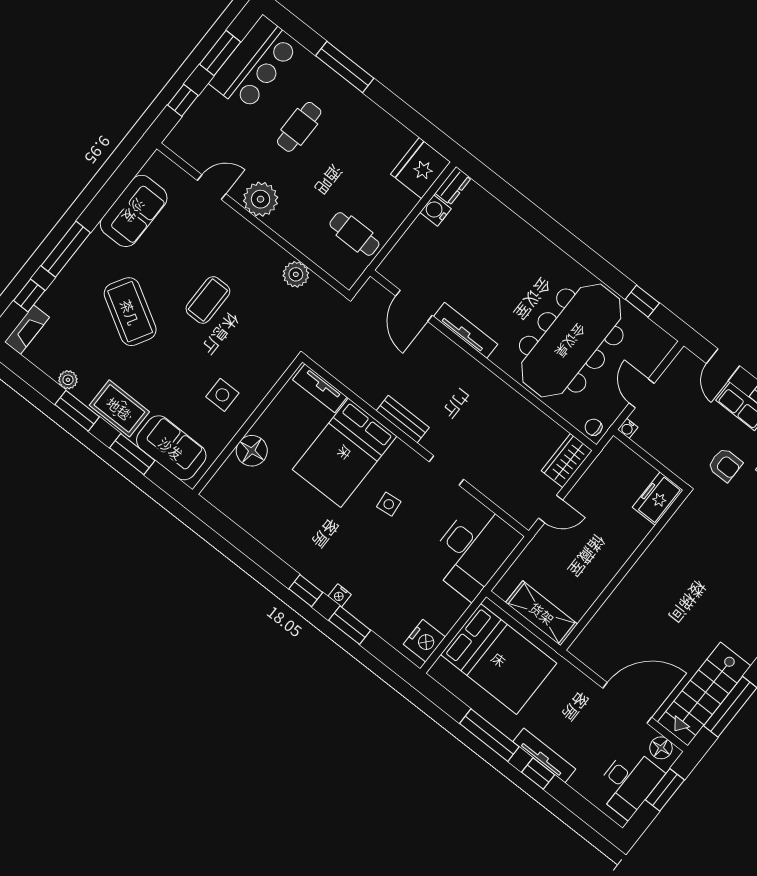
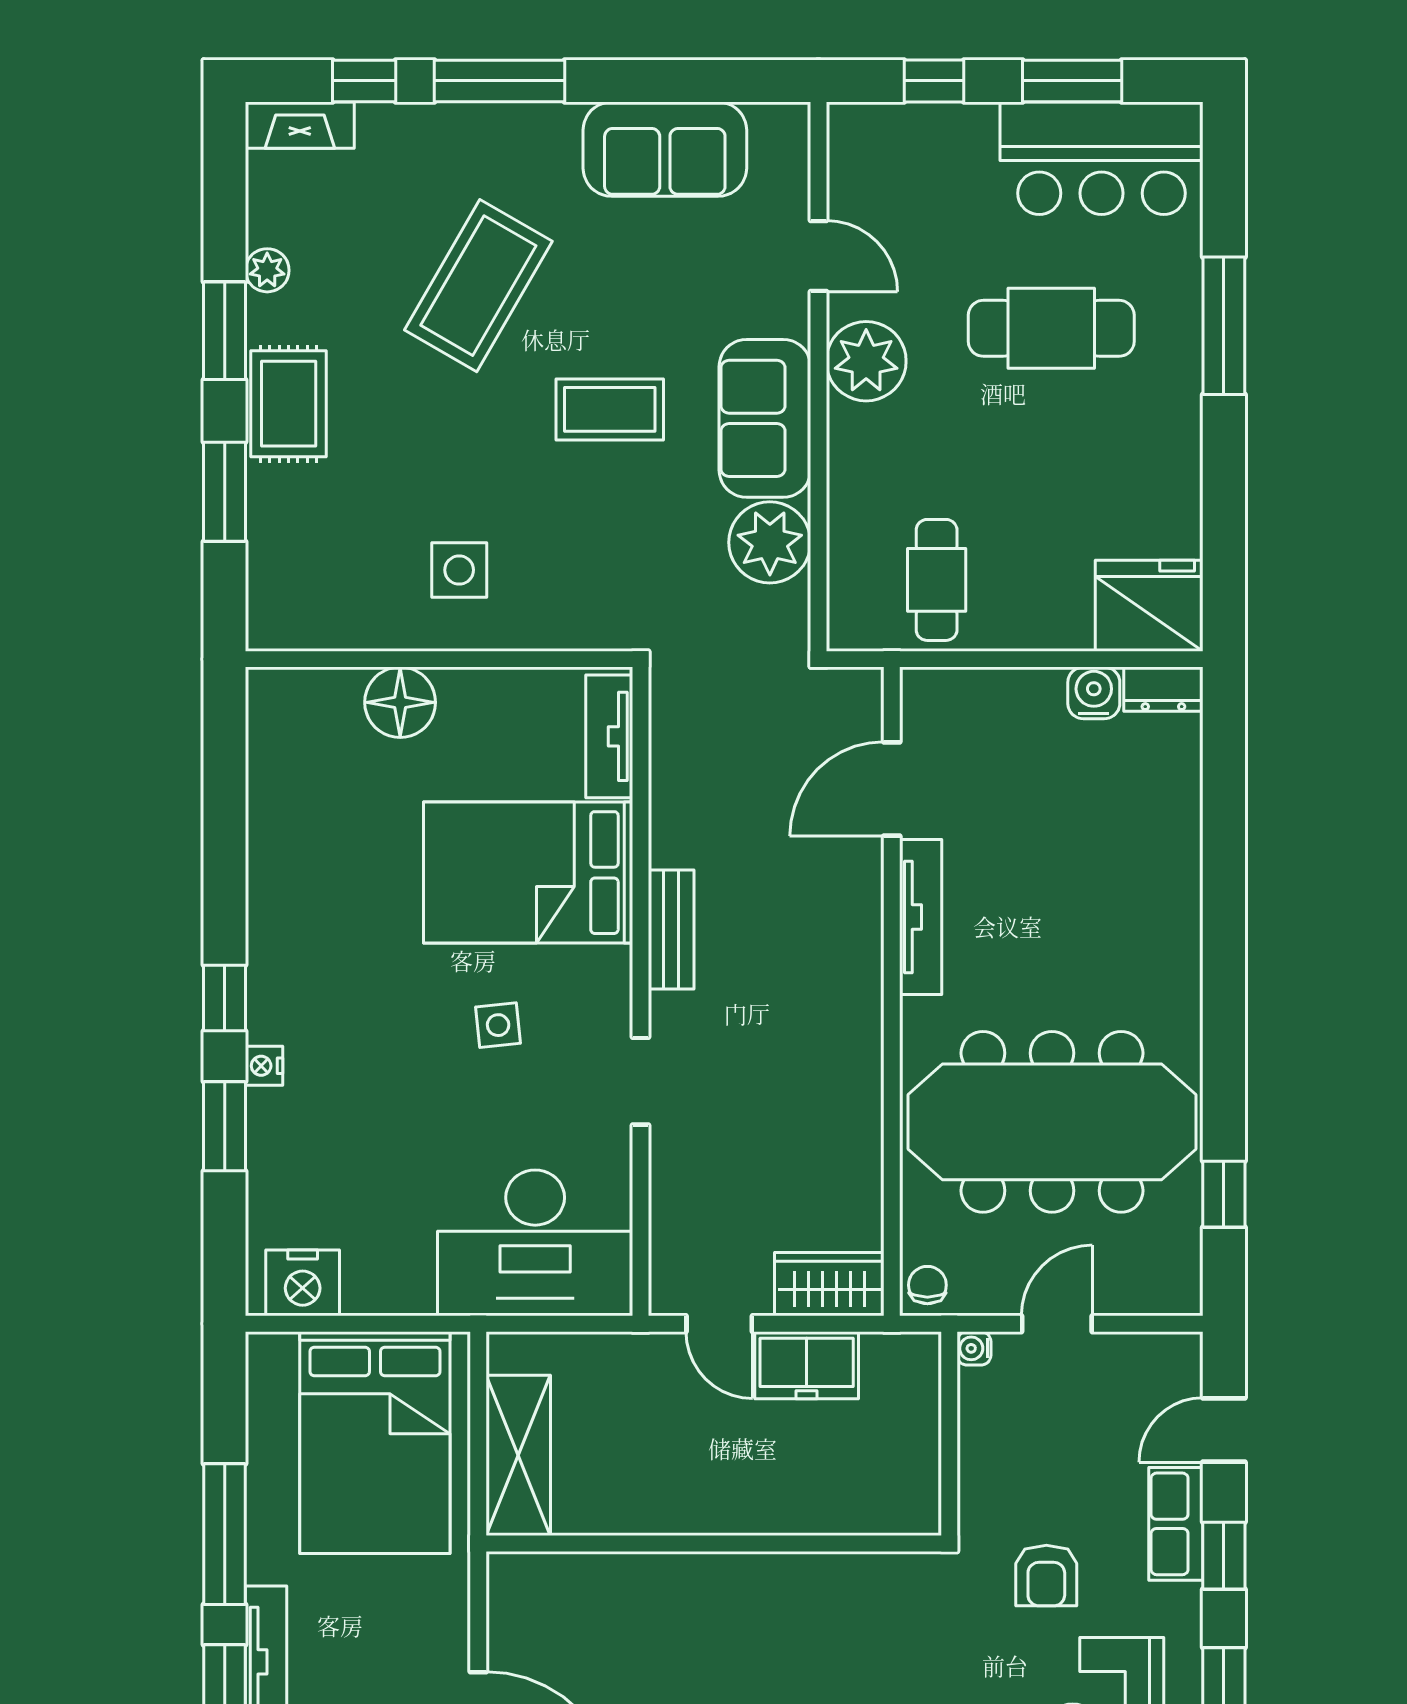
cafe table: (299, 127) -> (1051, 328), width x1.37, depth x1.35
plant: (296, 274) -> (770, 542), width x1.36, depth x1.36
sofa: (171, 448) -> (765, 418), moved, turned 180
freezer: (658, 499) -> (807, 1365), moved, turned 180

